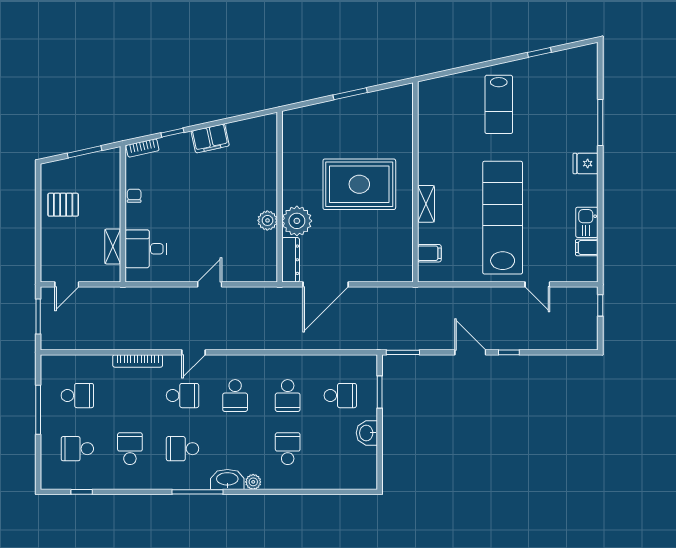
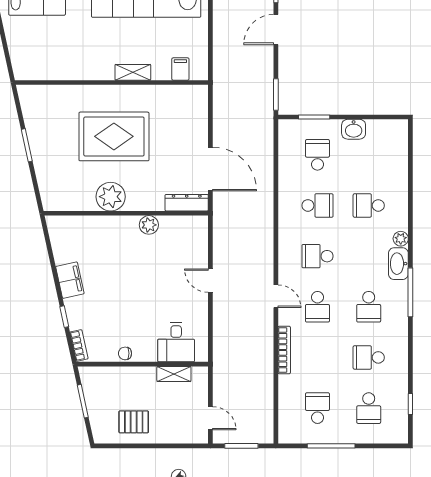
rug: (359, 184) -> (114, 136), turned 90
pallet: (63, 205) -> (134, 422), turned 90
plant: (297, 221) -> (111, 197), moved
school desk: (183, 396) -> (317, 307), turned 180
school desk: (235, 396) -> (317, 256), turned 180

